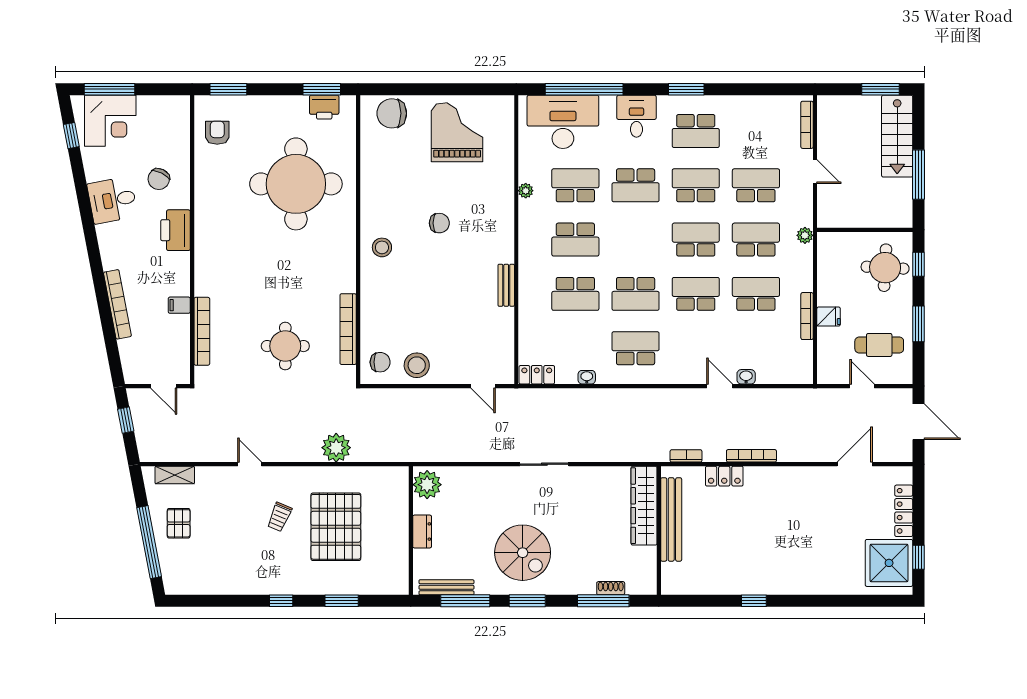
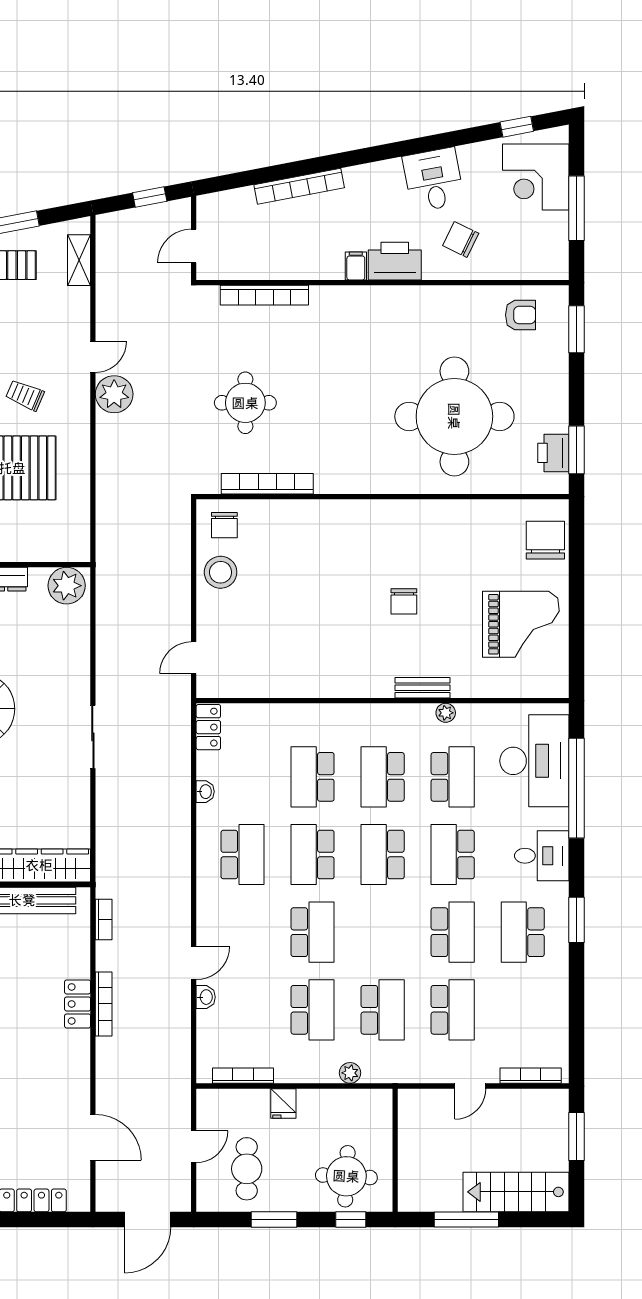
window: (109, 89) -> (577, 208), moved
window: (880, 89) -> (577, 1137), moved
plant: (805, 235) -> (350, 1073), moved
school desk: (696, 240) -> (383, 855), moved, turned 180
stool: (382, 247) -> (373, 527), removed
bench: (506, 285) -> (423, 688), moved
filing cabinet: (179, 305) -> (356, 266), moved
bookcase: (807, 316) -> (243, 1076), moved
plant: (336, 448) -> (114, 394), moved
locker: (724, 476) -> (78, 1004), moved

